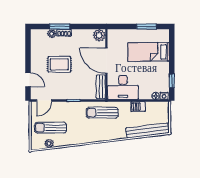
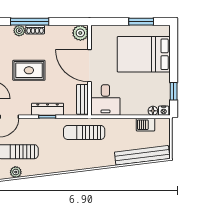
window: (60, 27) -> (30, 22), width x1.44
bed: (149, 52) -> (144, 54), width x1.50
desk: (123, 87) -> (105, 100), width x0.73
dresser: (74, 95) -> (48, 109), added
barbecue: (138, 107) -> (145, 125), moved

